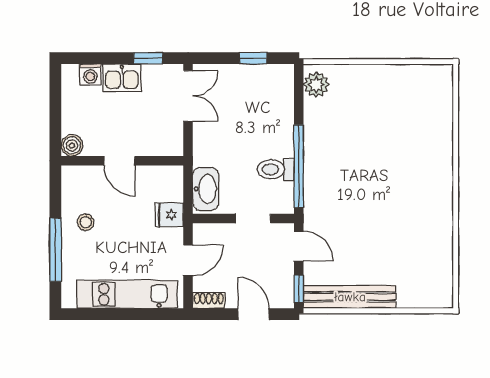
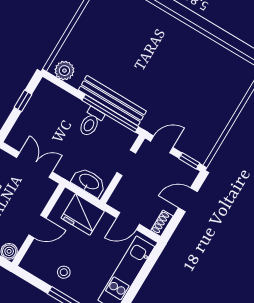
double door: (188, 96) -> (34, 165), moved
toilet: (276, 169) -> (91, 122), moved
fridge: (169, 215) -> (83, 215), width x1.88, depth x1.34
door: (188, 260) -> (128, 221), swing flipped
bench: (350, 297) -> (112, 101), moved, turned 90

